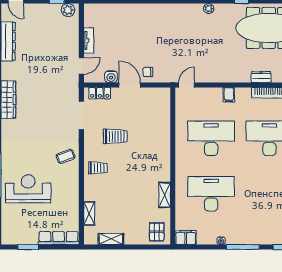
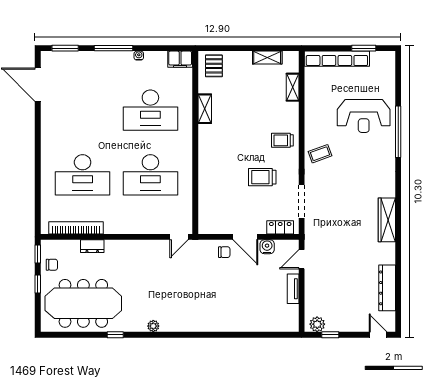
filing cabinet: (229, 95) -> (130, 226), removed
row of seats: (59, 238) -> (337, 59), width x1.36

